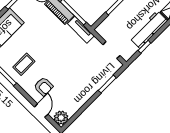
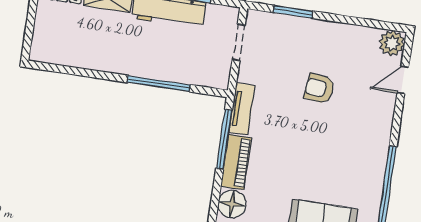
coffee table: (24, 64) -> (354, 155), removed
armchair: (44, 87) -> (319, 89), moved, turned -83

